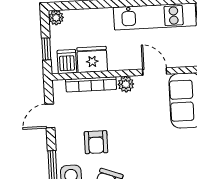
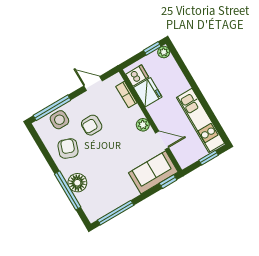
window: (46, 49) -> (152, 48), moved
door: (155, 72) -> (162, 140), hinge flipped
bookcase: (91, 84) -> (126, 95), width x0.64

